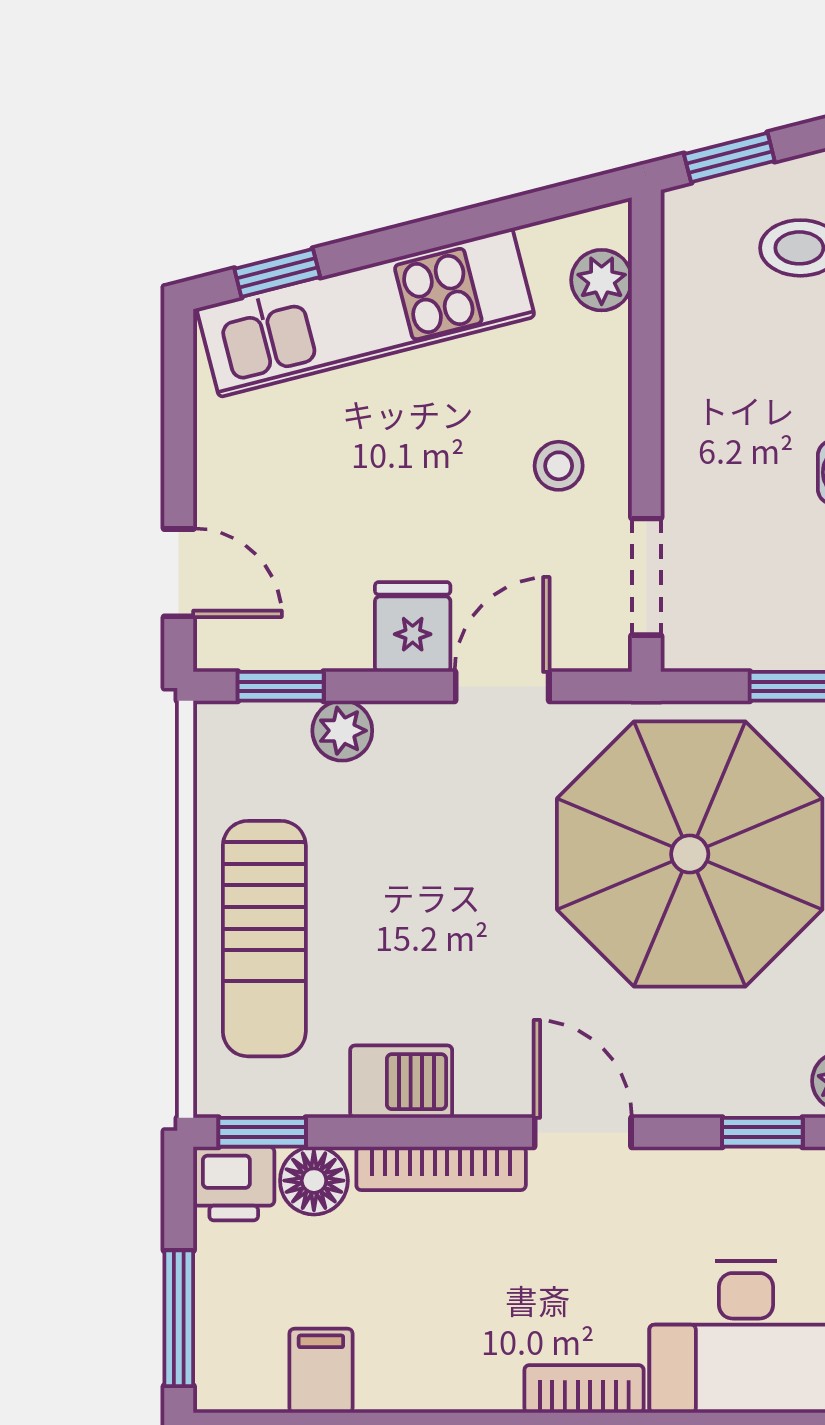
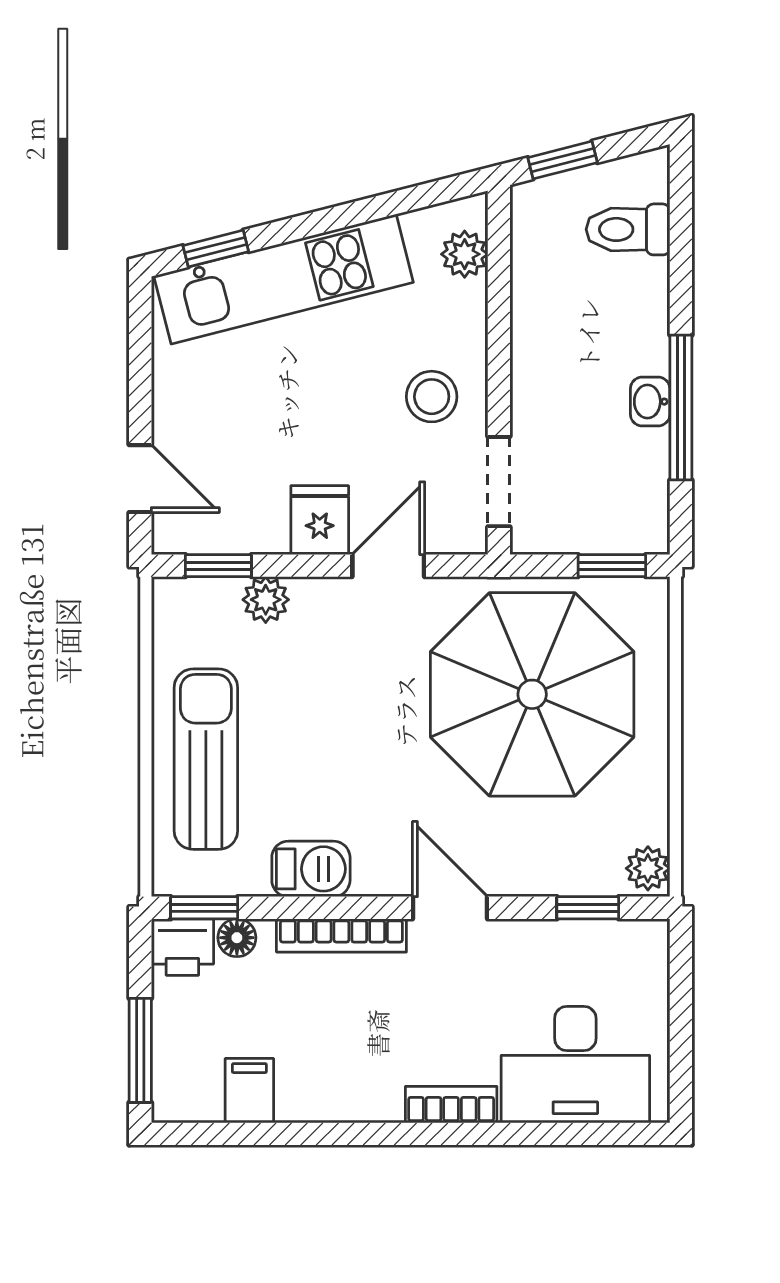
stool: (559, 466) -> (432, 397), width x1.37, depth x1.37
sun lounger: (264, 939) -> (206, 759), turned 180
floor lamp: (314, 1181) -> (237, 938), width x0.73, depth x0.73

